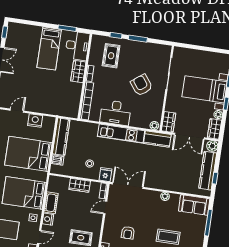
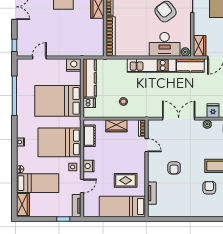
desk: (116, 113) -> (165, 44), moved
nightstand: (35, 120) -> (74, 65), moved
fridge: (105, 175) -> (213, 111), moved
double door: (128, 186) -> (179, 119), moved
cot: (51, 203) -> (89, 136), moved
door: (105, 208) -> (146, 145), swing flipped

